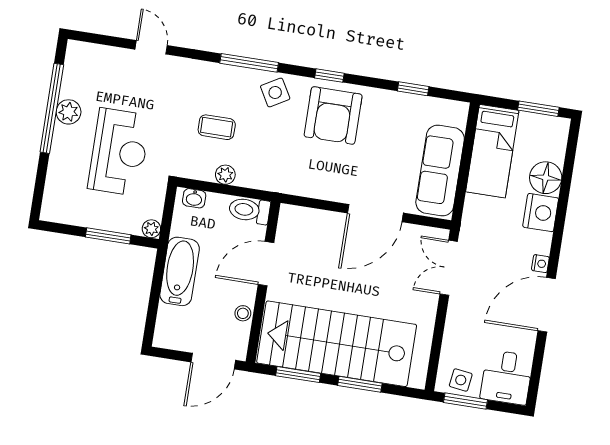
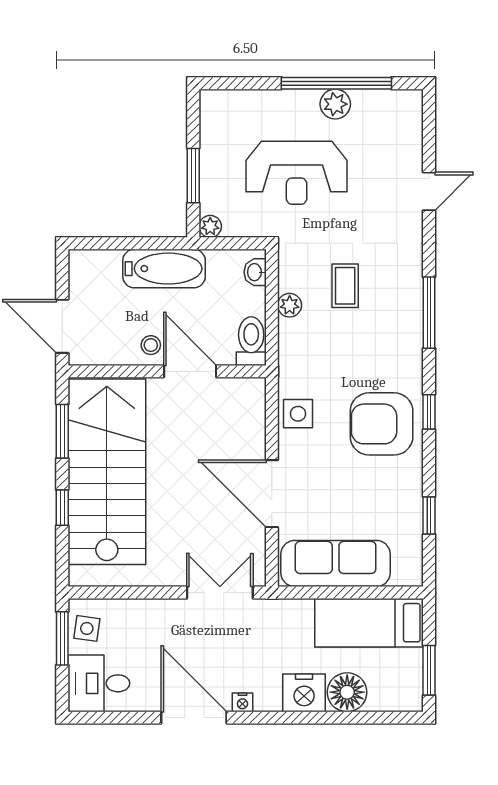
side table: (275, 93) -> (298, 414), moved, turned 30
stool: (243, 313) -> (151, 345), moved
window: (360, 384) -> (62, 508), width x0.67

